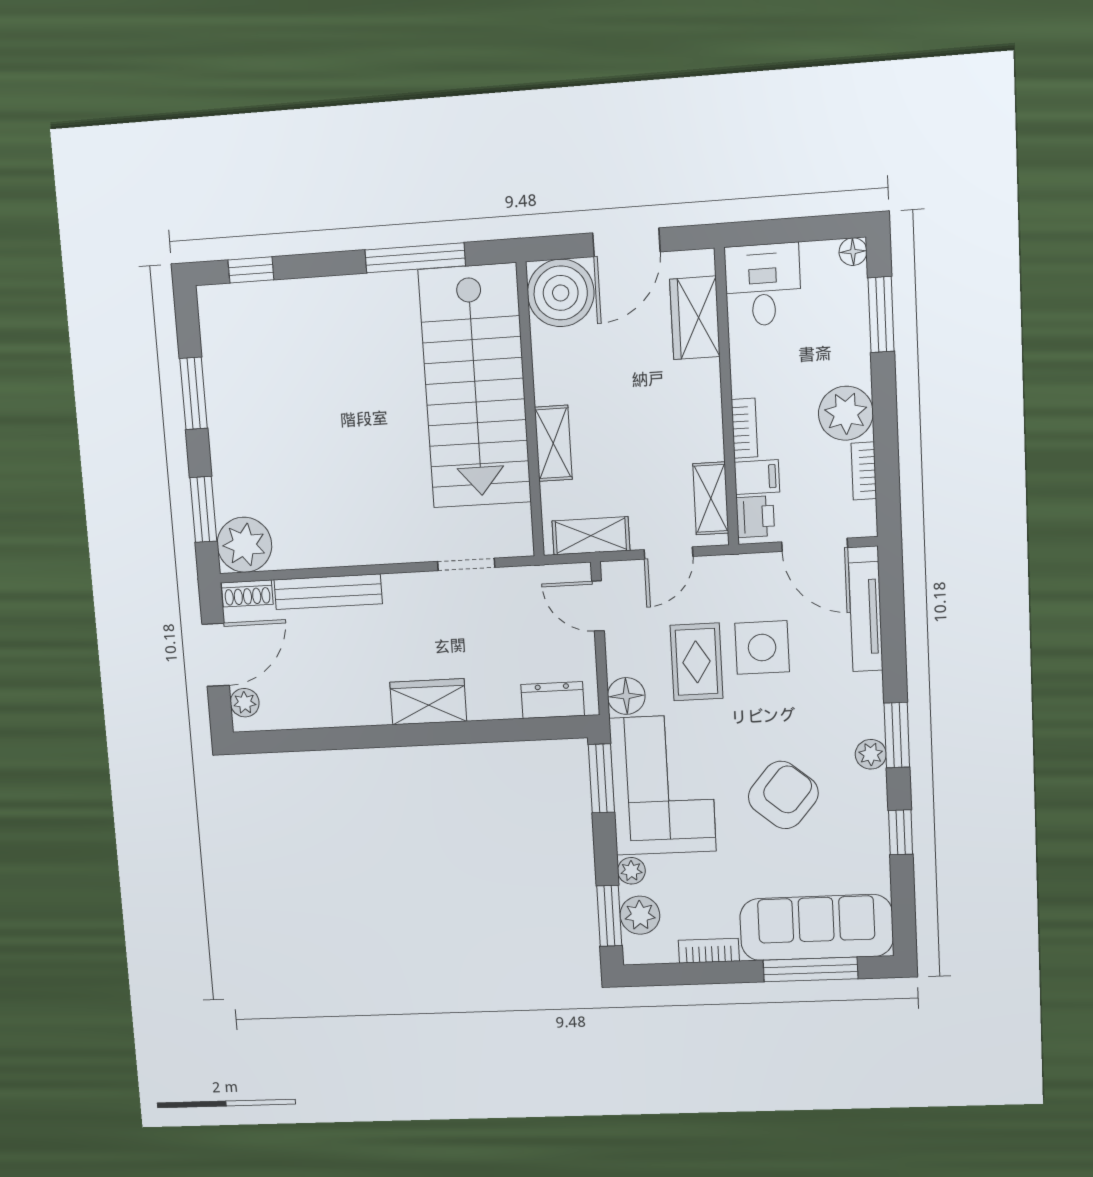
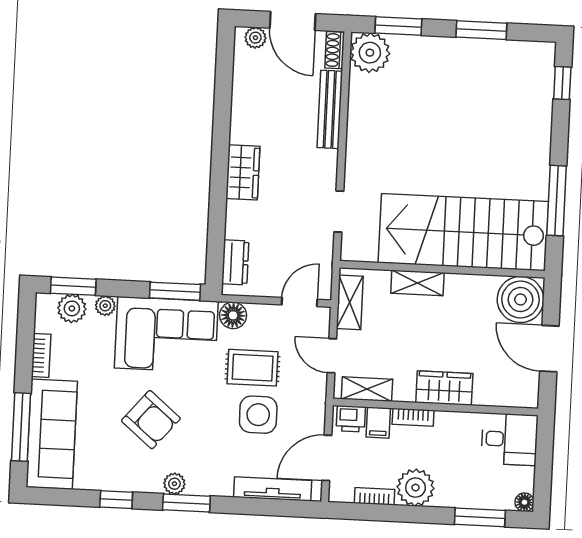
wardrobe: (695, 318) -> (444, 388), moved

